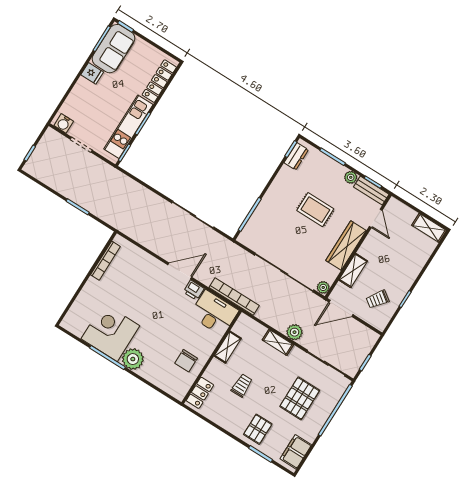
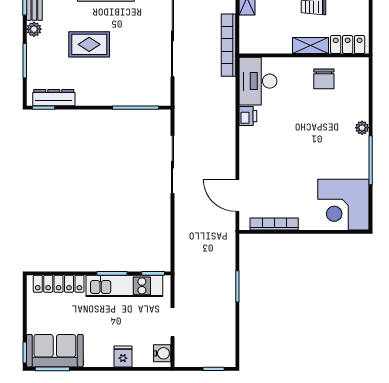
fridge: (92, 73) -> (123, 356), moved
dresser: (296, 156) -> (54, 98), width x1.44
rug: (315, 210) -> (89, 44), turned 90
door: (180, 271) -> (237, 195), moved
bookcase: (234, 296) -> (228, 45), moved
corner desk: (110, 332) -> (343, 205), moved
shelving: (228, 347) -> (310, 46), moved
plant: (133, 359) -> (362, 128), width x0.53, depth x0.53
chair: (186, 361) -> (324, 79), turned 90

